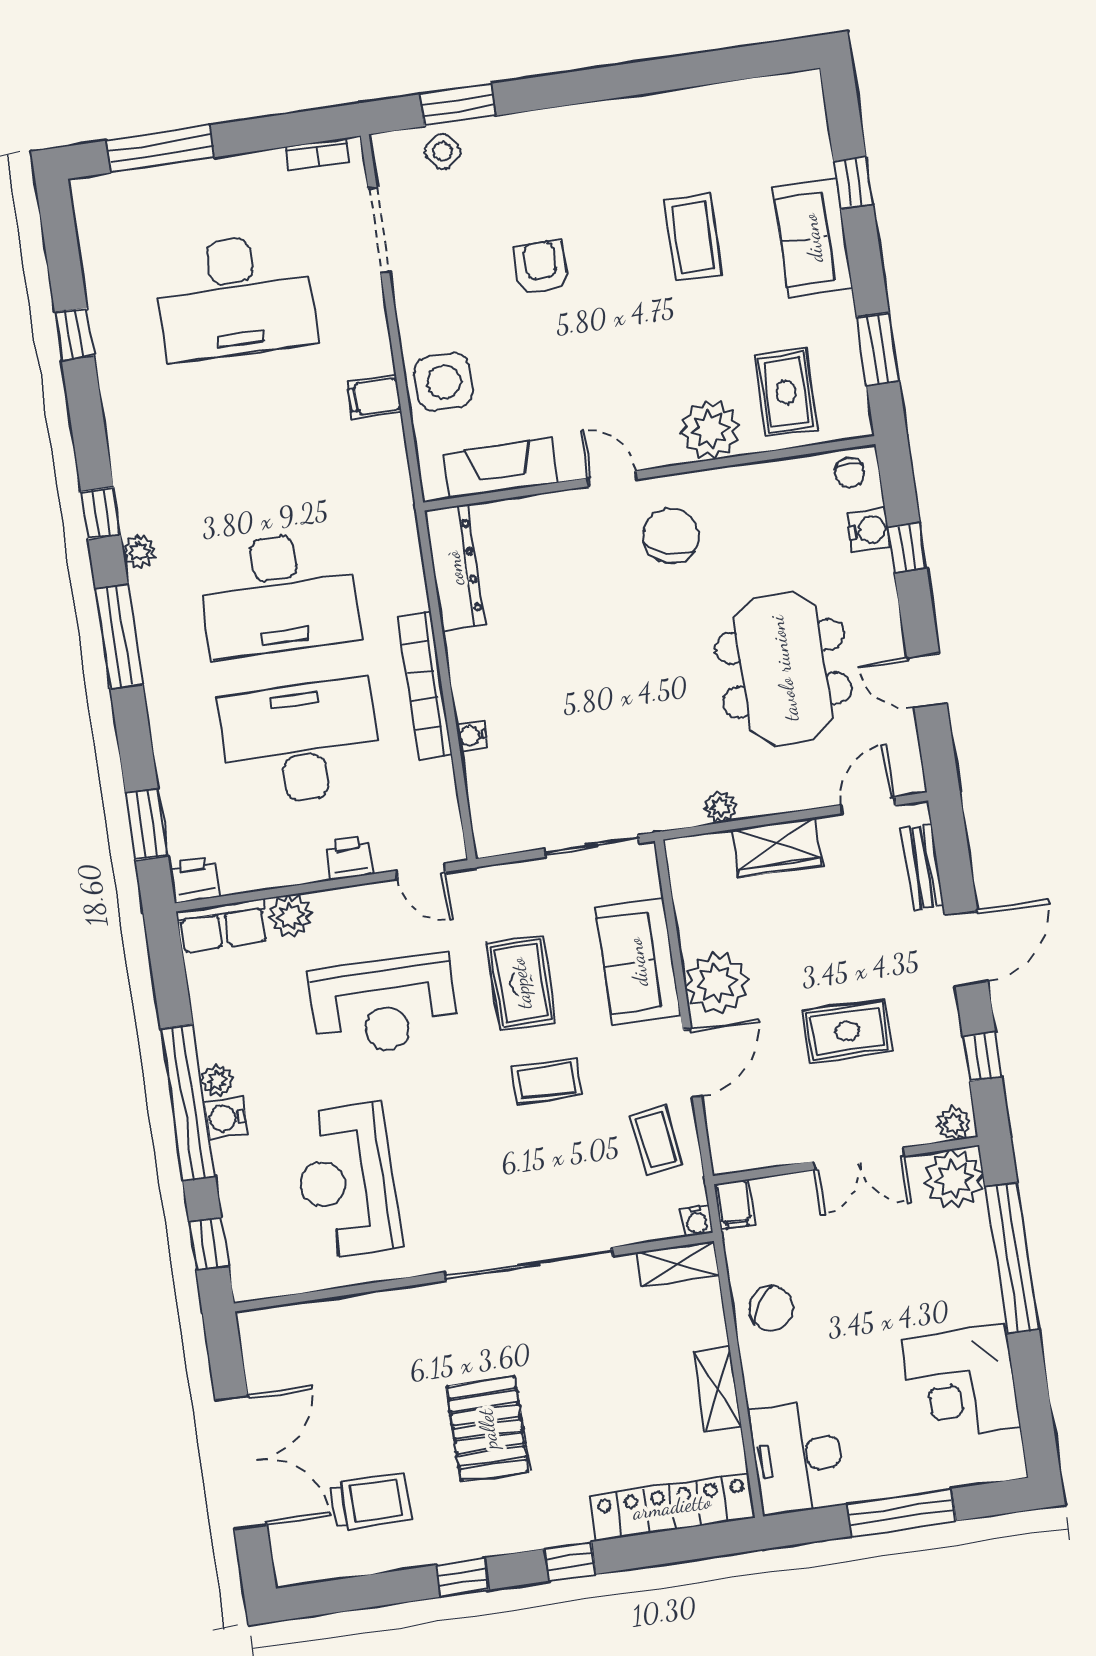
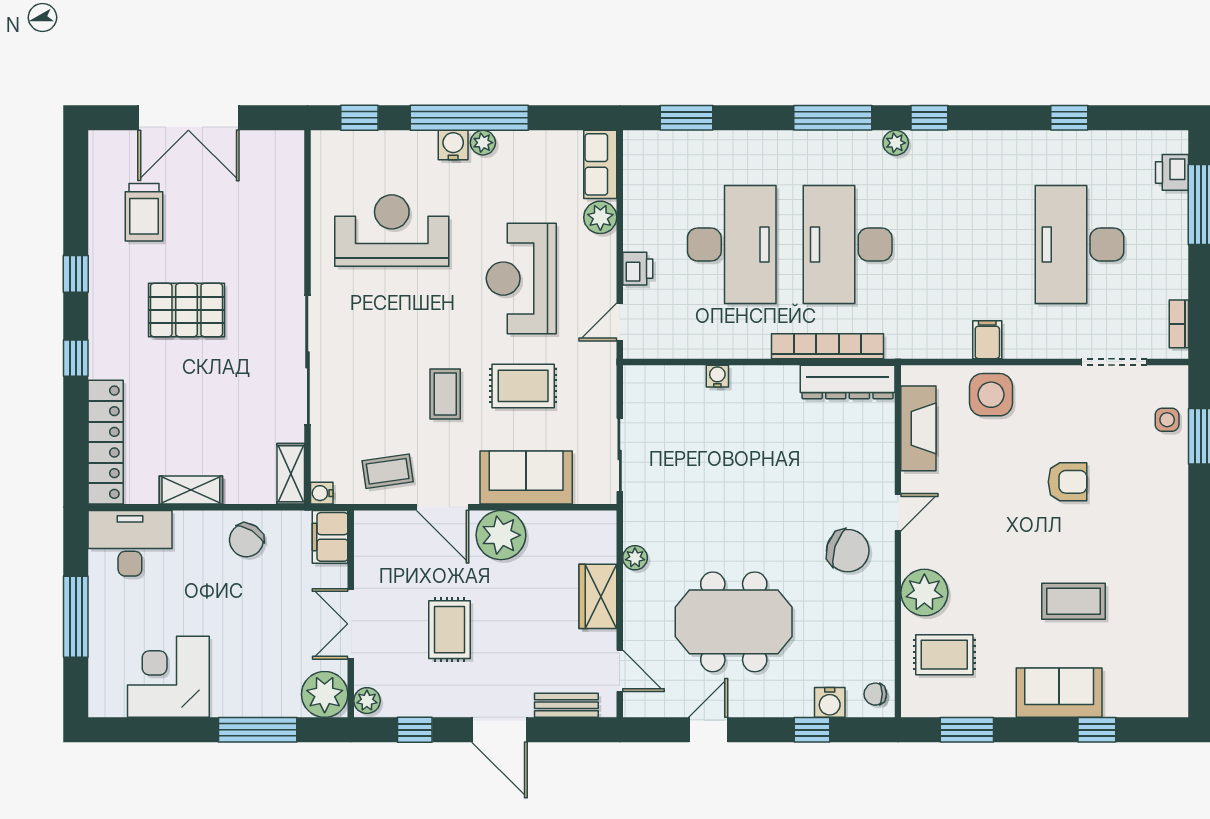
side table: (443, 151) -> (1167, 420), turned 38
bookcase: (425, 685) -> (828, 346), moved
printer: (195, 879) -> (1172, 172), moved, turned 180
filing cabinet: (734, 1204) -> (330, 537), width x2.00
window: (1012, 1258) -> (258, 730), width x0.68

